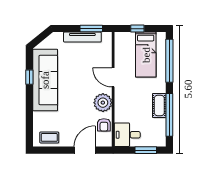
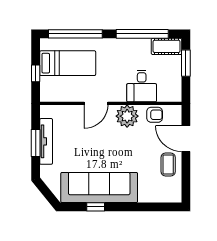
window: (91, 29) -> (36, 143), moved
cot: (159, 106) -> (167, 46), moved
desk: (127, 135) -> (142, 86), moved
coffee table: (49, 137) -> (168, 165), moved

